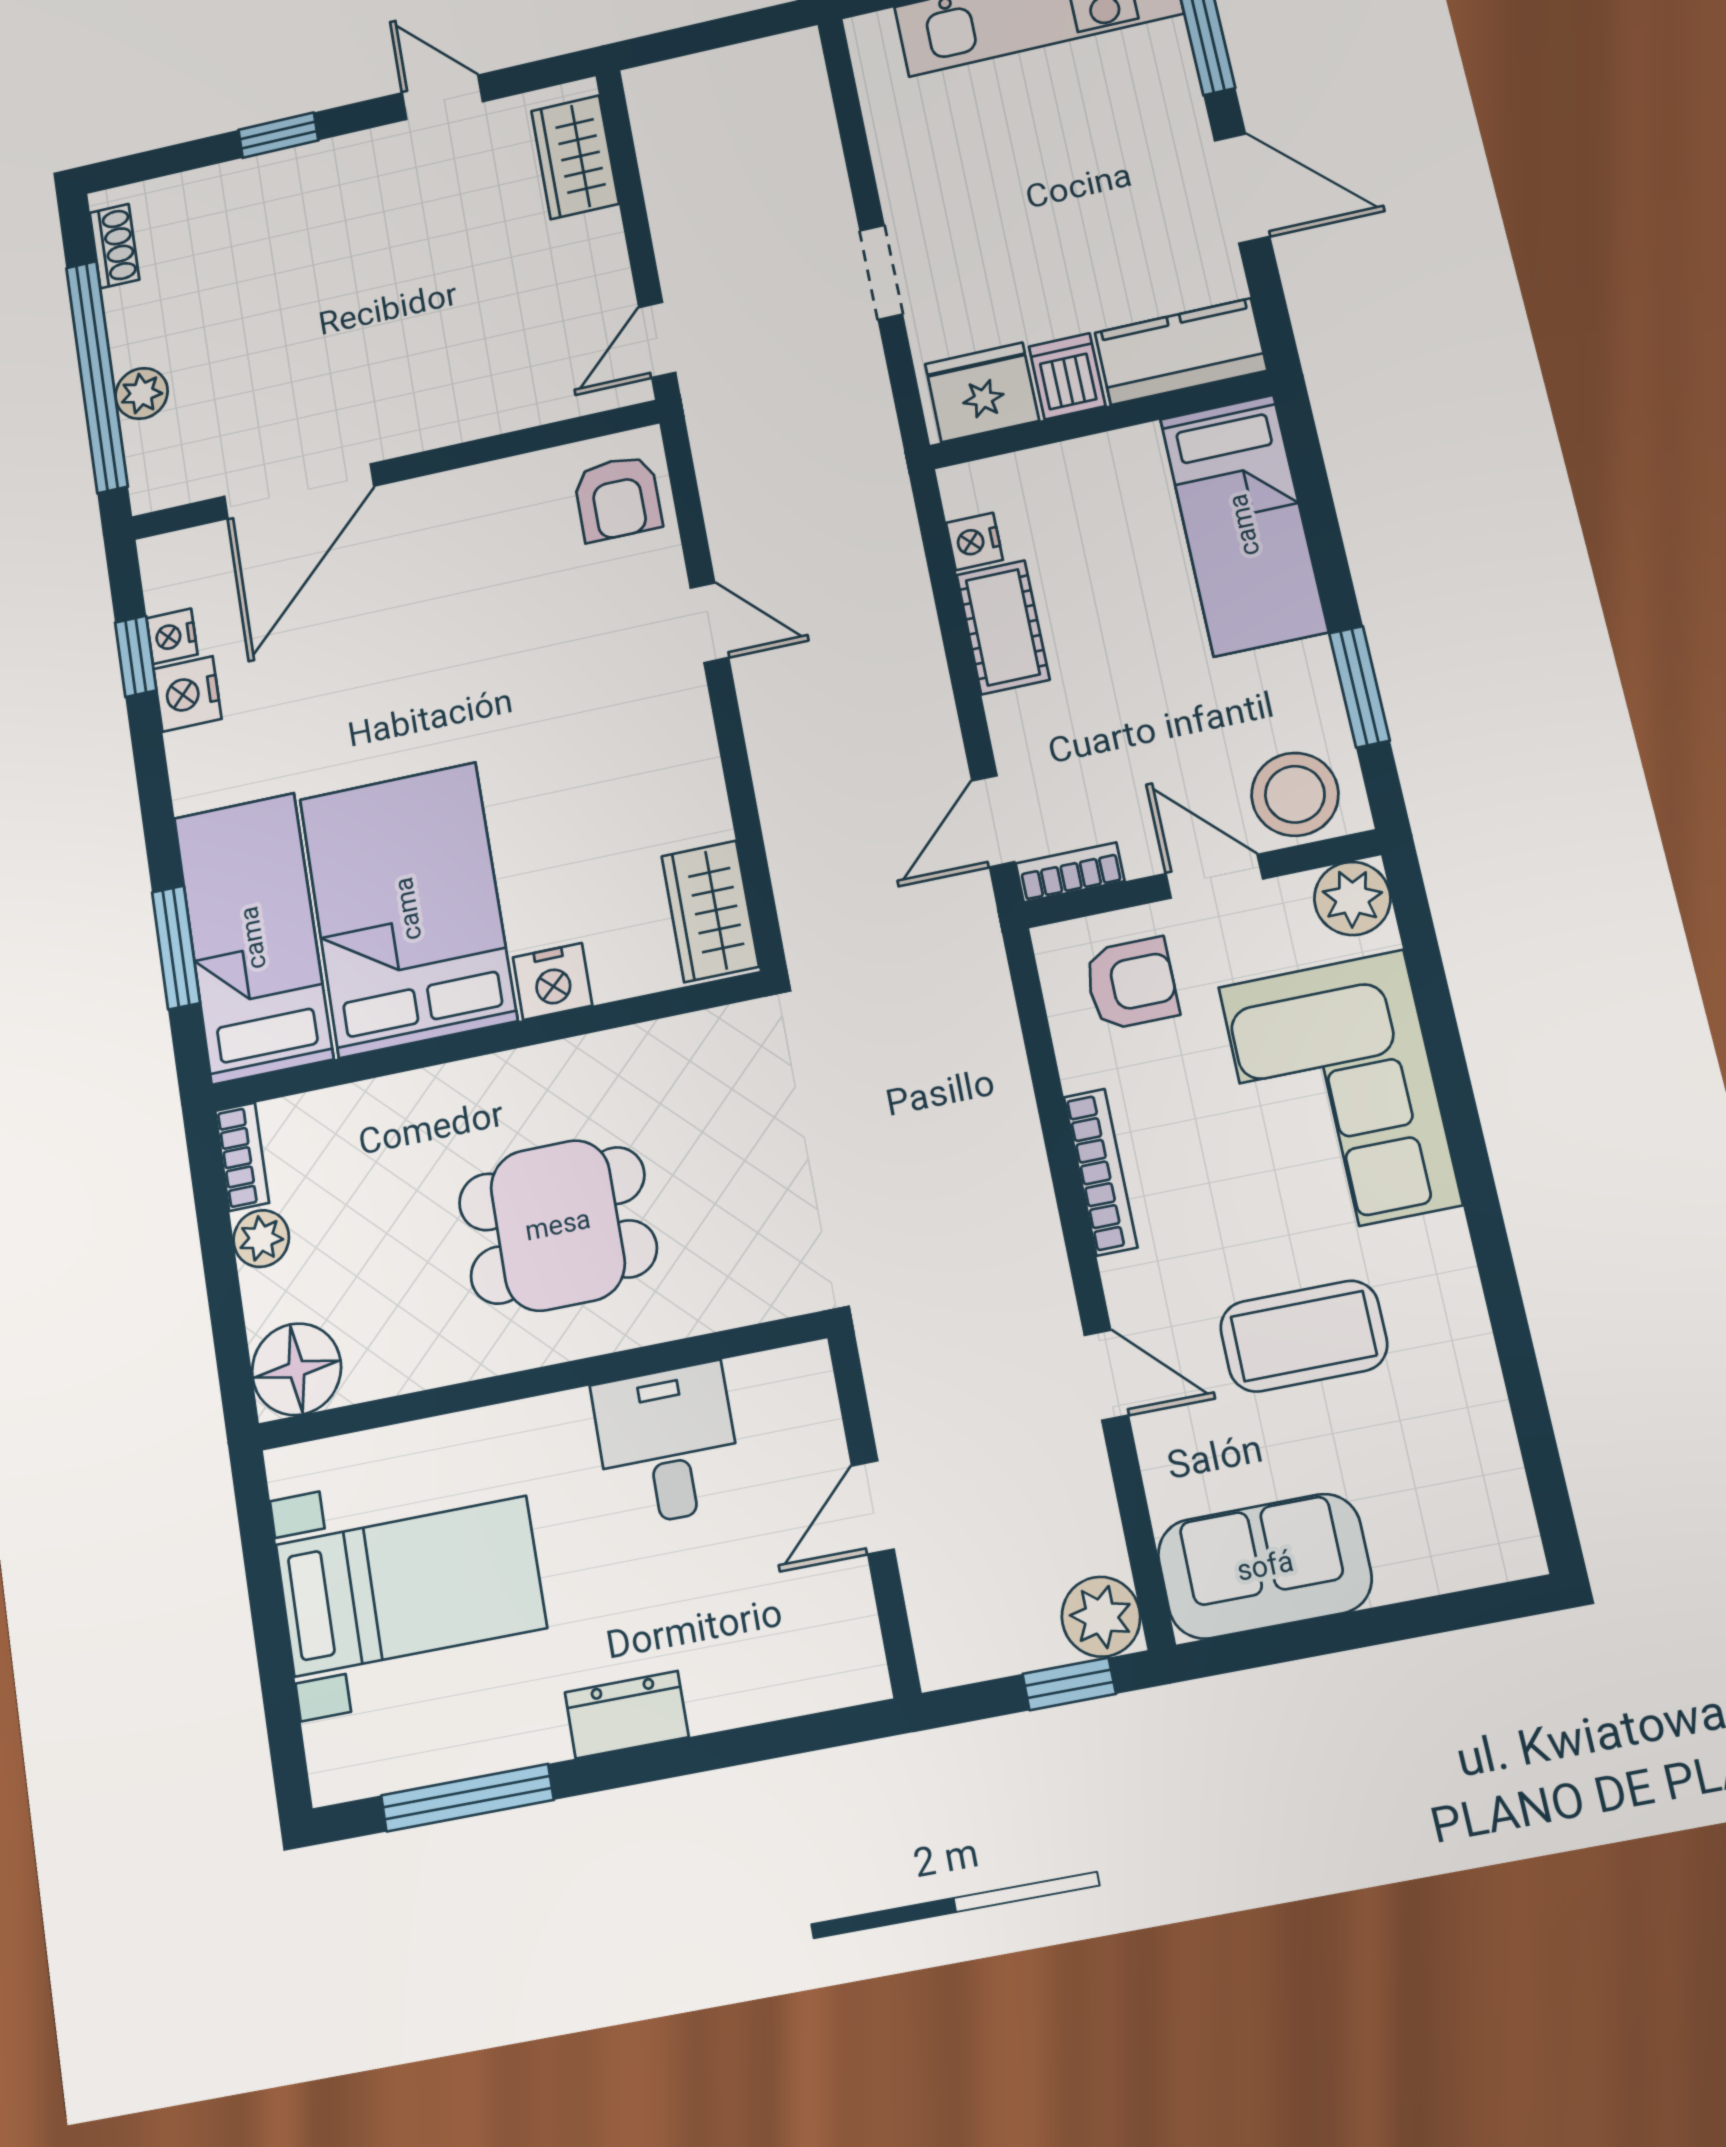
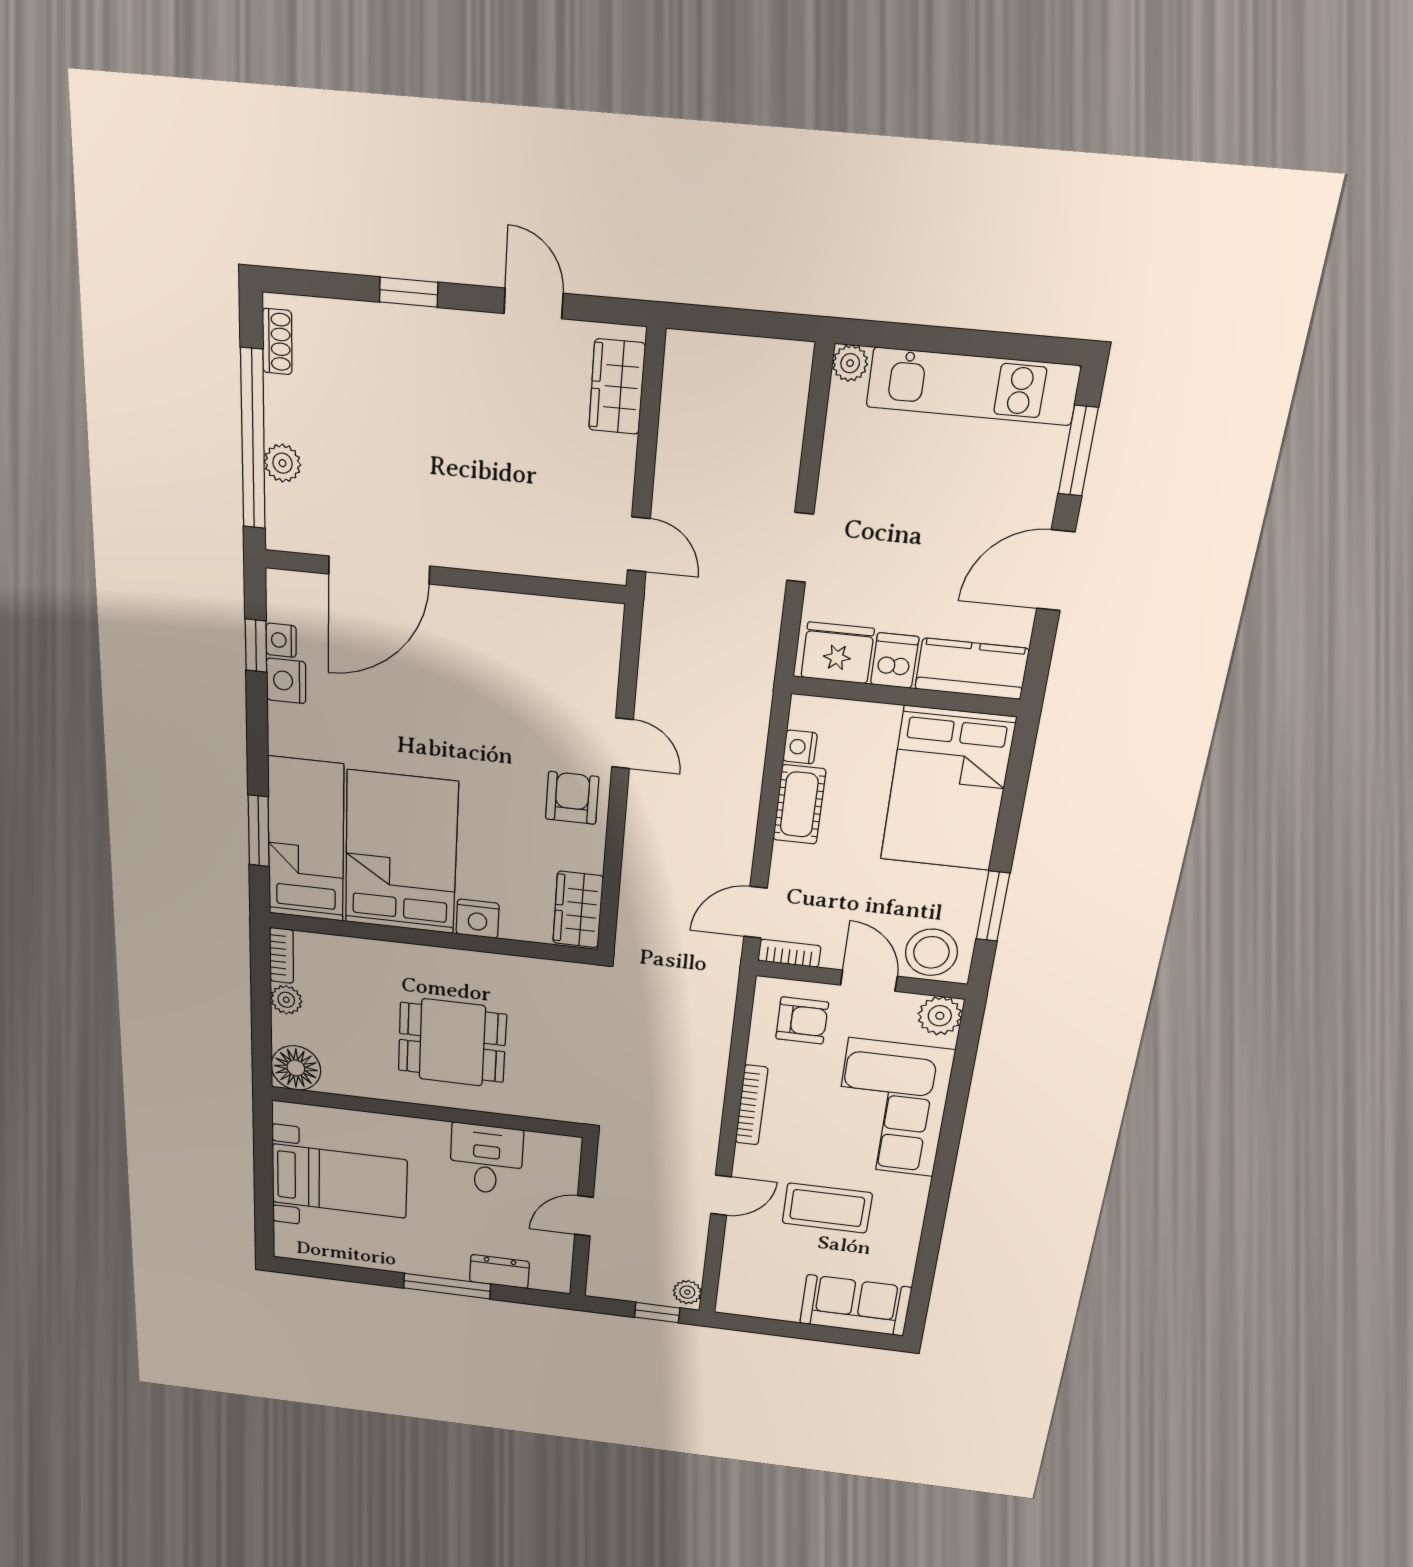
plant: (871, 35) -> (850, 363), added
door: (1242, 188) -> (1056, 570), swing flipped
door: (657, 340) -> (639, 544), swing flipped
armchair: (618, 498) -> (572, 798), moved, turned 180
bed: (1244, 525) -> (947, 789), width x1.50
door: (1106, 1375) -> (721, 1195), hinge flipped
sofa: (1265, 1566) -> (855, 1305), moved
plant: (1101, 1617) -> (687, 1292), width x0.73, depth x0.73
dresser: (627, 1715) -> (499, 1272), moved
window: (467, 1798) -> (447, 1286), moved

